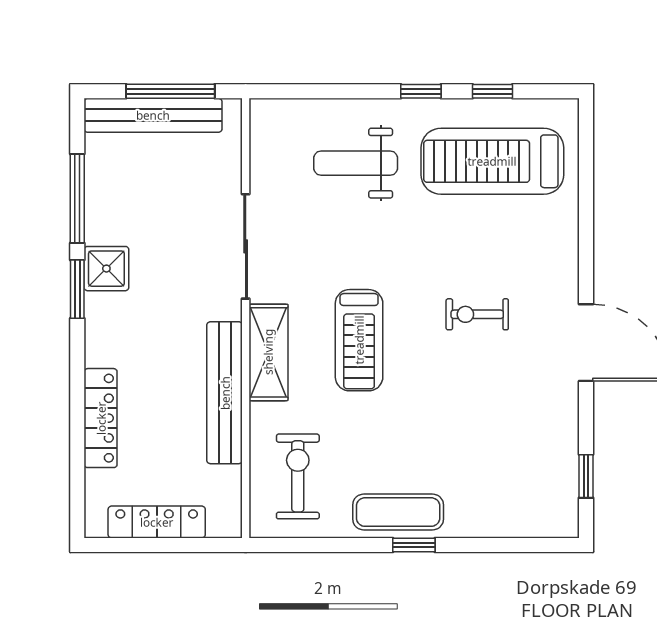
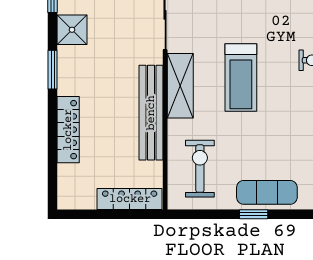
window: (77, 289) -> (53, 70), moved
locker: (157, 522) -> (130, 199), moved
window: (414, 545) -> (254, 214), moved

